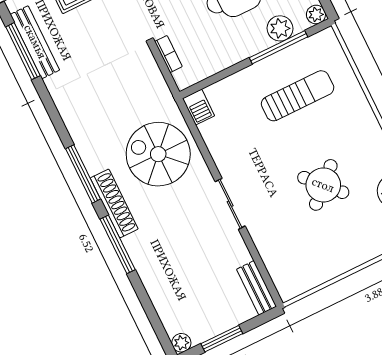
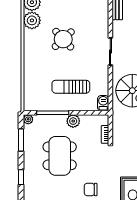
plant: (280, 28) -> (73, 121), moved
sun lounger: (298, 96) -> (71, 87), moved

